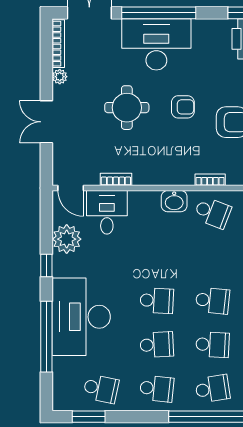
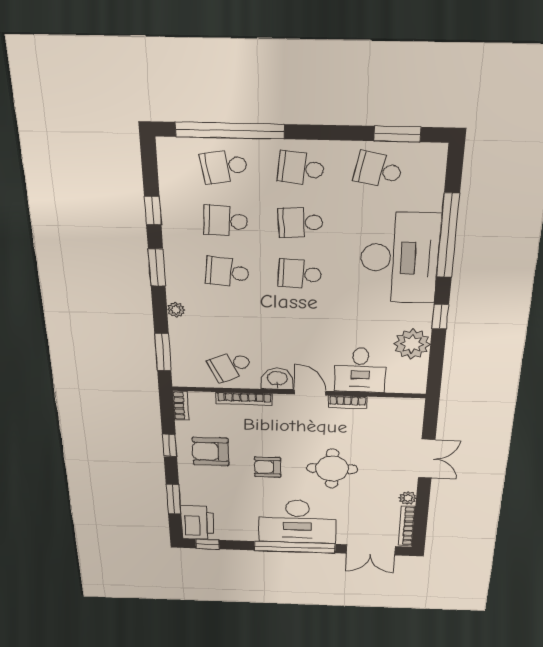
bookcase: (210, 180) -> (244, 399), width x1.56
door: (71, 188) -> (310, 393), moved
school desk: (213, 213) -> (230, 366), turned -45

